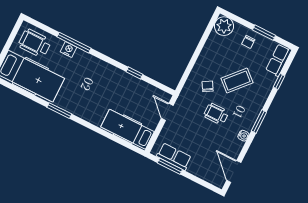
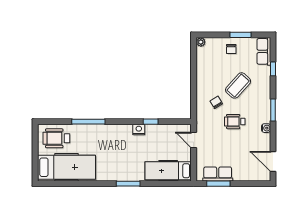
plant: (224, 26) -> (201, 42), width x0.53, depth x0.53
nightstand: (69, 49) -> (139, 130), moved
window: (59, 111) -> (128, 184), moved

